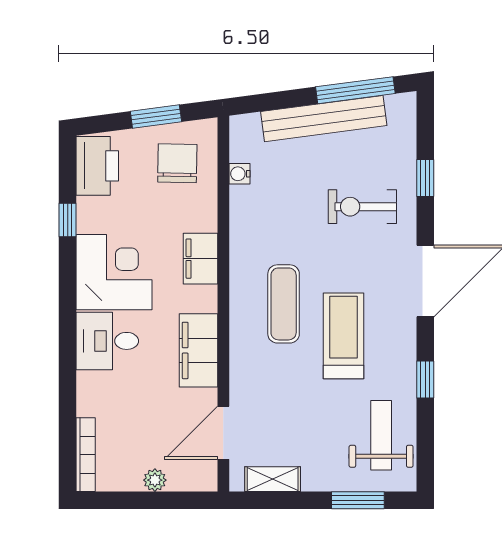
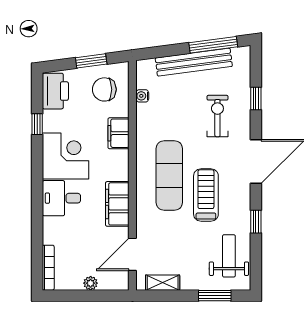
chair: (177, 163) -> (104, 89), turned -91
exercise bike: (362, 207) -> (217, 116), turned 90
filing cabinet: (201, 259) -> (118, 133), moved
exercise mat: (284, 304) -> (169, 175), width x1.36, depth x1.45

